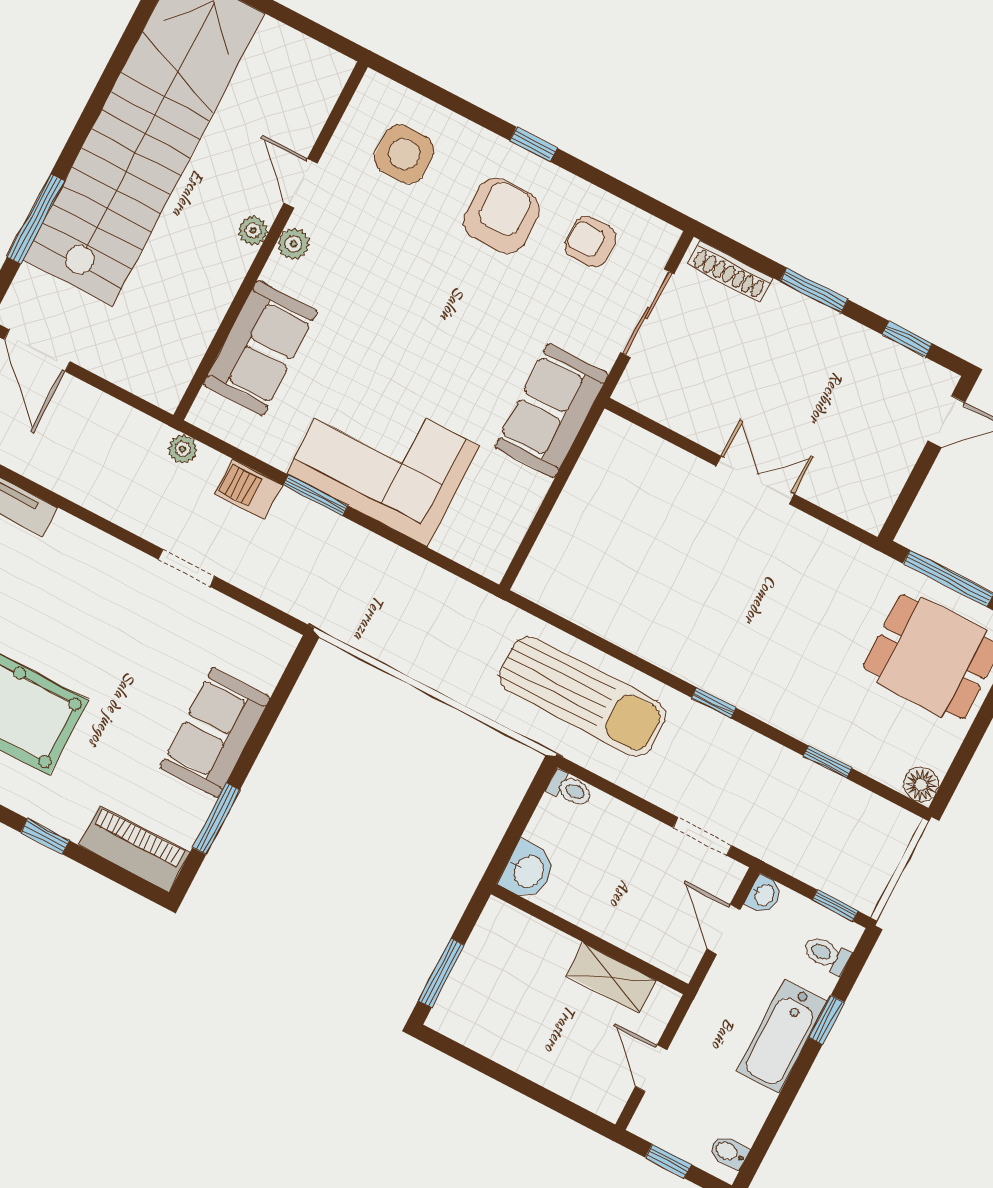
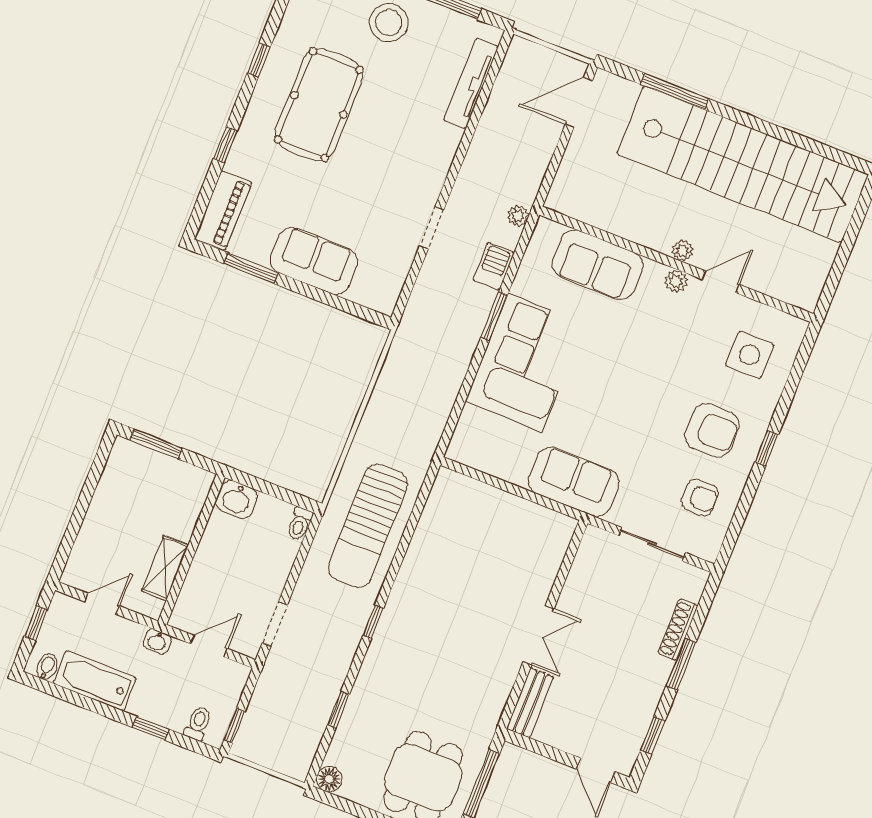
armchair: (590, 242) -> (700, 497), turned 90
shoe rack: (730, 271) -> (678, 629), moved
bench: (845, 501) -> (530, 703), added
washbasin: (764, 895) -> (157, 641), moved
bathtub: (782, 1036) -> (95, 681), moved

